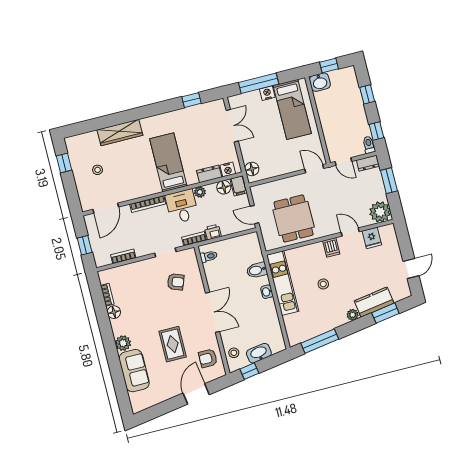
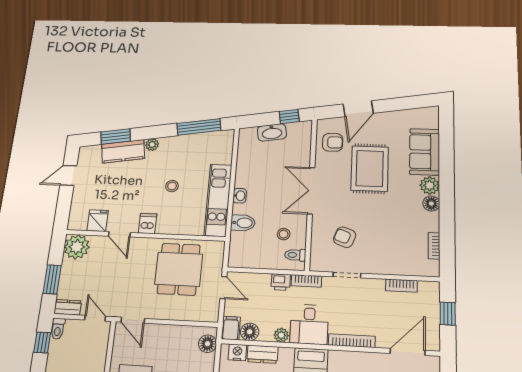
floor lamp: (114, 312) -> (431, 204), moved
rug: (173, 344) -> (370, 169), width x1.36, depth x1.43
stool: (234, 353) -> (284, 234), moved

